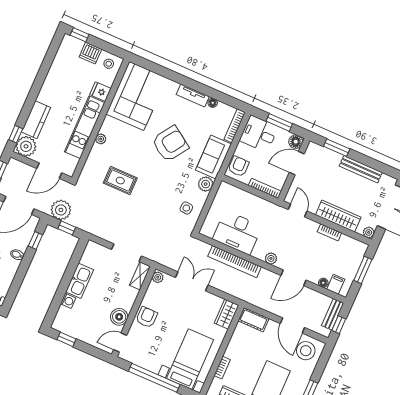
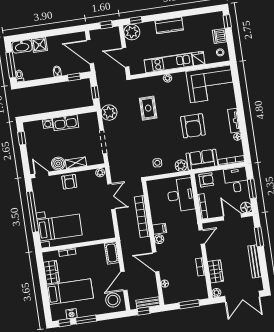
kitchen counter: (36, 120) -> (169, 25), moved
armchair: (170, 144) -> (193, 126), turned 56
plant: (61, 210) -> (109, 113), moved
wardrobe: (338, 216) -> (215, 271), width x0.67
desk: (237, 232) -> (181, 195), moved, turned 180
shelving: (140, 276) -> (76, 163), moved
filing cabinet: (336, 284) -> (159, 229), moved
wardrobe: (227, 314) -> (104, 233), removed
armchair: (147, 317) -> (69, 182), turned 90

